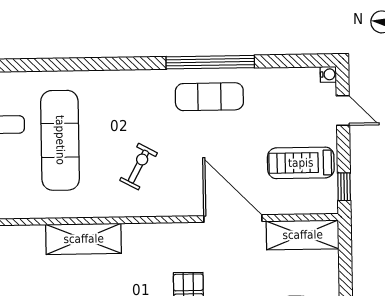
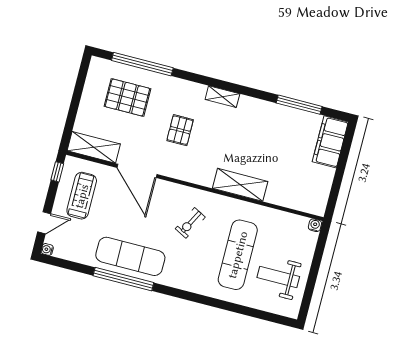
exercise mat: (209, 97) -> (130, 256), width x1.36, depth x1.45
door: (343, 110) -> (44, 223), swing flipped
treadmill: (301, 163) -> (82, 196), turned -90

